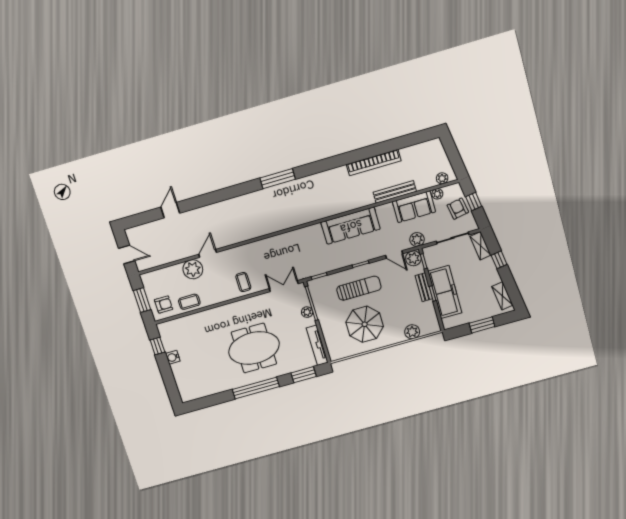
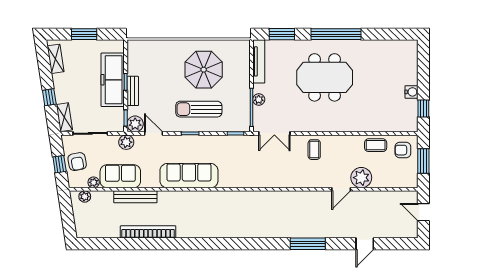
window: (278, 179) -> (308, 244), moved
plant: (412, 332) -> (157, 48), removed

